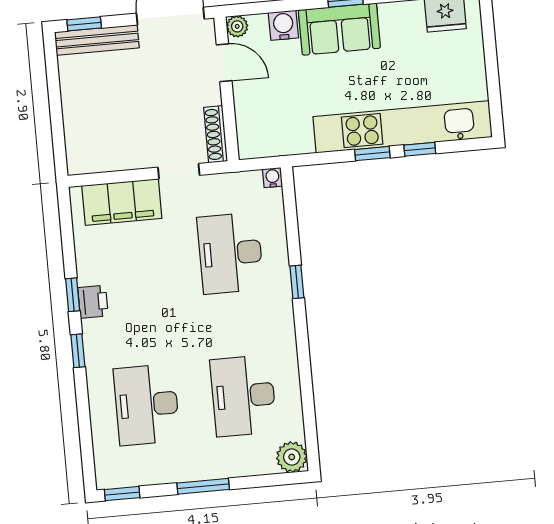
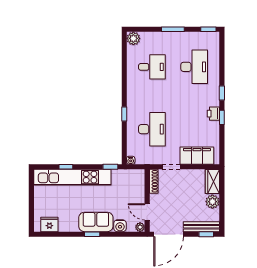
plant: (77, 100) -> (212, 202), added
wardrobe: (81, 146) -> (212, 182), added
window: (372, 154) -> (110, 167), moved
desk: (243, 396) -> (152, 67), width x0.73

